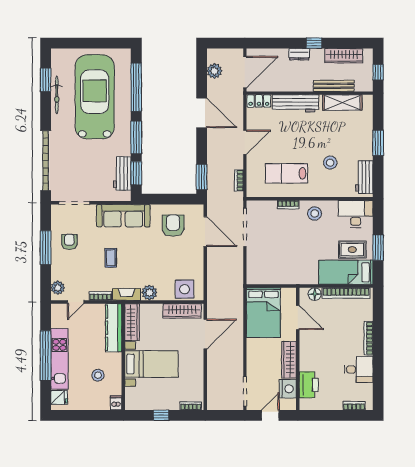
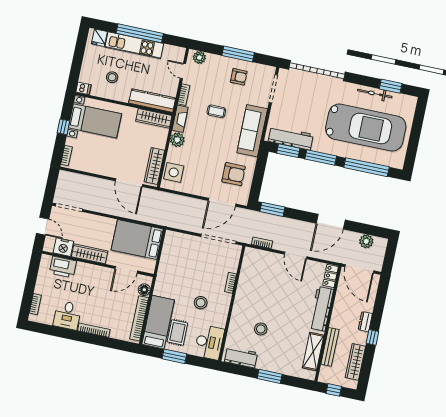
workbench: (122, 173) -> (291, 138), width x1.38
lab bench: (286, 173) -> (259, 287), removed
stool: (315, 213) -> (201, 303), moved
bed with nightstands: (151, 364) -> (95, 121), moved, turned -90

